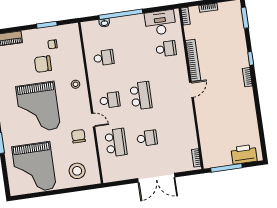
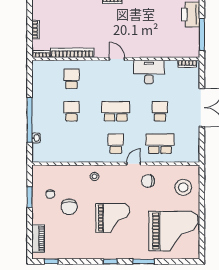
desk: (160, 23) -> (149, 72), moved, turned 90
school desk: (104, 58) -> (71, 111), moved
bookcase: (193, 60) -> (72, 53), moved
grand piano: (38, 107) -> (113, 218), width x0.73, depth x0.68

